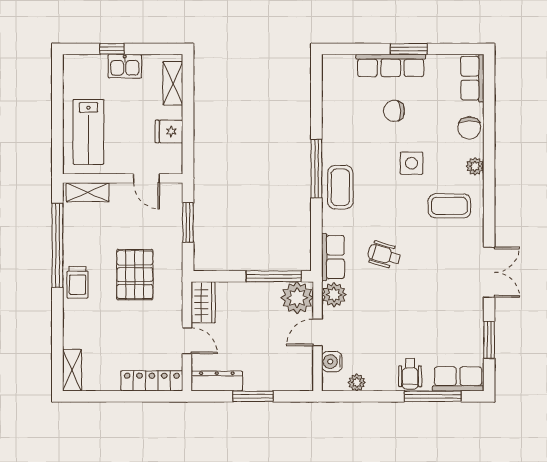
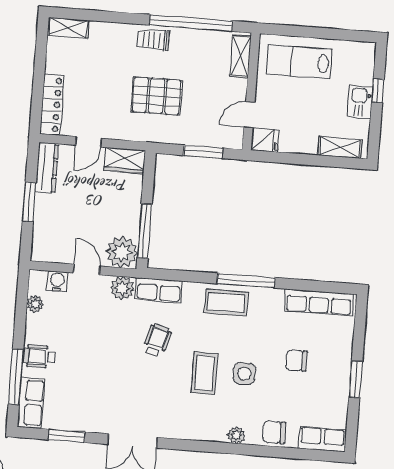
row of seats: (391, 65) -> (319, 302), moved, turned -90
chair: (394, 111) -> (296, 361), turned -90
fridge: (169, 132) -> (265, 140), moved, turned 90
coffee table: (449, 206) -> (205, 373), moved

